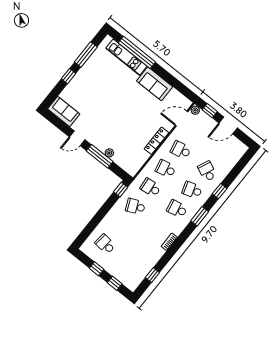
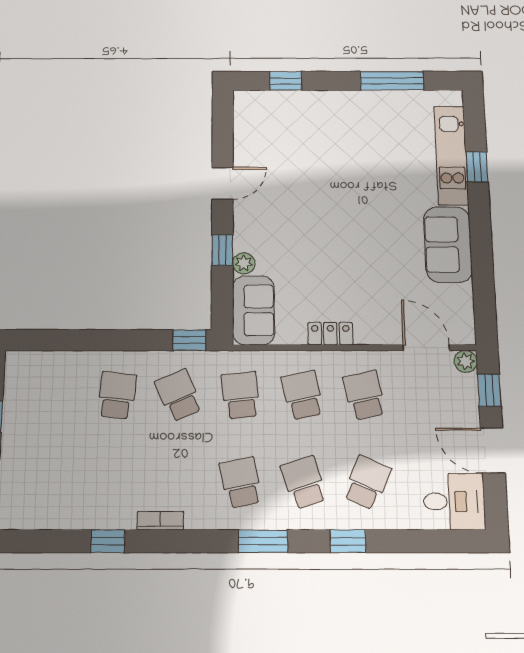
window: (137, 52) -> (477, 167), width x0.32
window: (68, 76) -> (286, 81), moved
sofa: (64, 112) -> (253, 310), moved
door: (77, 138) -> (223, 183), swing flipped
locker: (156, 141) -> (330, 334), width x0.66
desk: (234, 150) -> (454, 502), added
window: (100, 156) -> (222, 250), width x0.46
school desk: (105, 244) -> (117, 395), moved
window: (152, 275) -> (108, 541), moved

